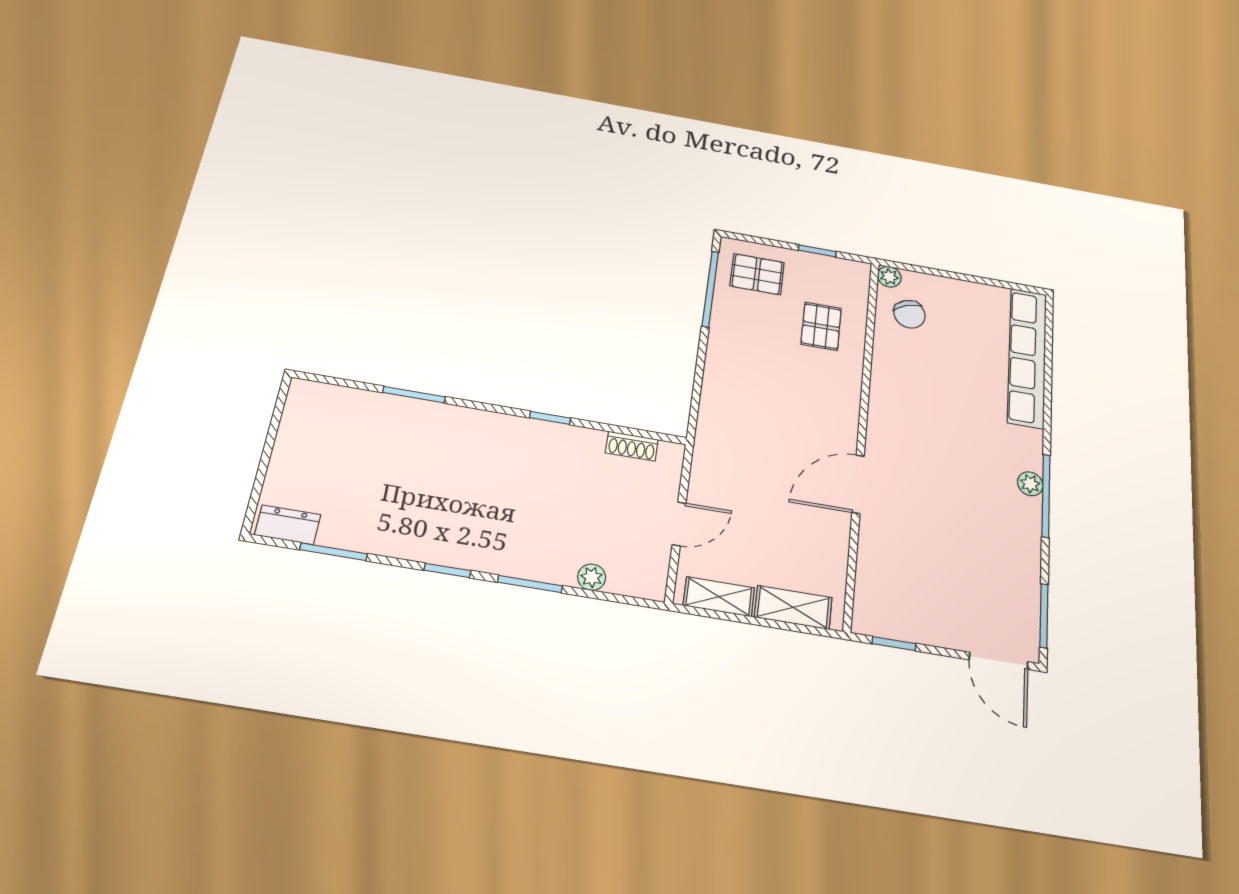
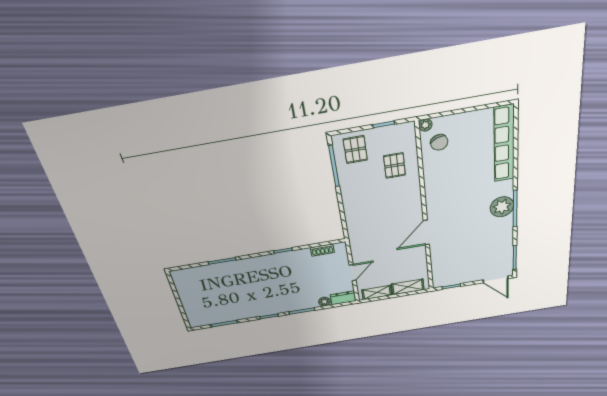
pallet: (757, 274) -> (355, 150), turned 90
plant: (1030, 484) -> (502, 207), width x1.87, depth x1.87
dresser: (288, 525) -> (343, 298), moved

